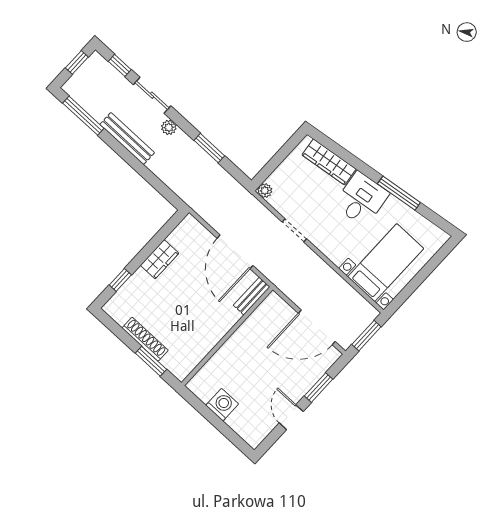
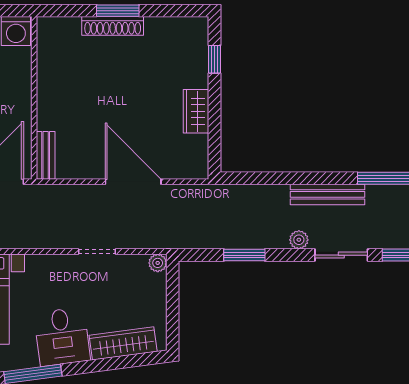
bench: (252, 296) -> (46, 155), moved
wall: (227, 336) -> (34, 98), moved
shoe rack: (145, 339) -> (113, 26), moved

